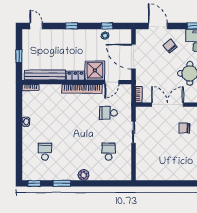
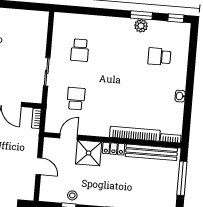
window: (19, 56) -> (182, 178), width x2.17
door: (133, 57) -> (39, 166), width x0.53
bookcase: (82, 89) -> (135, 134), moved
school desk: (109, 113) -> (76, 99), turned -90
school desk: (45, 152) -> (159, 57), turned 90
plant: (84, 175) -> (141, 26), moved

